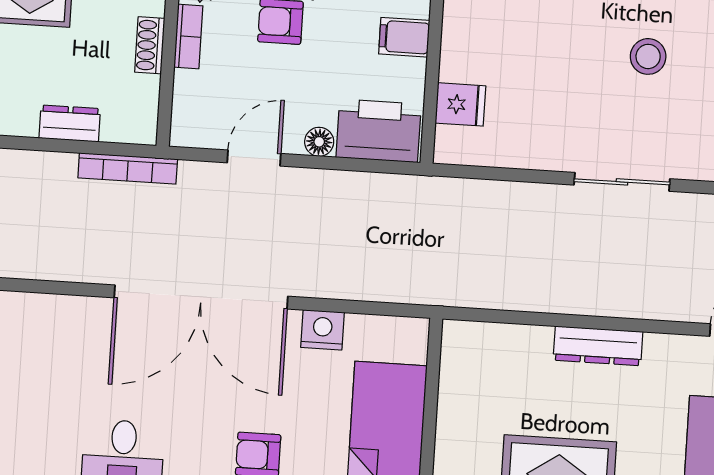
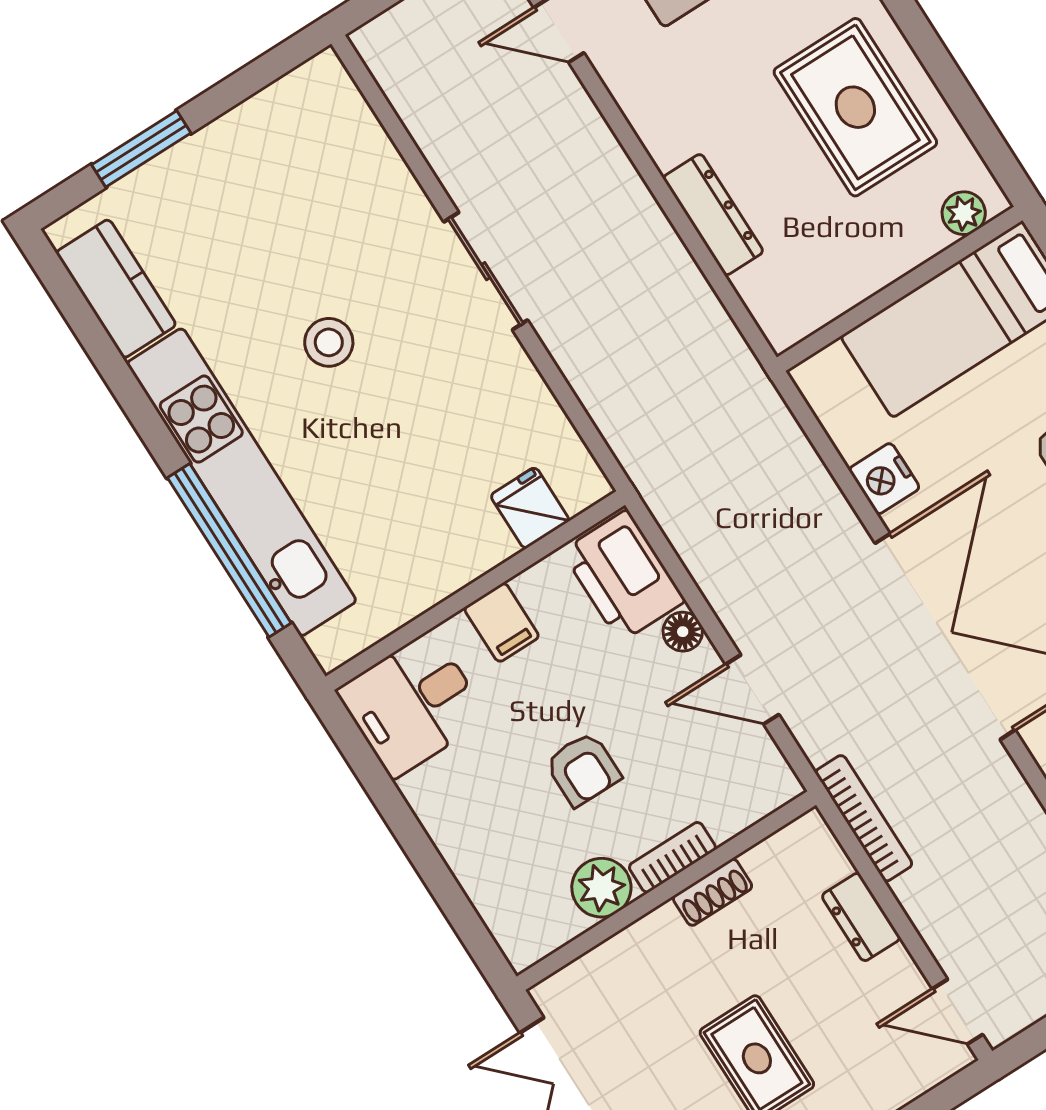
dresser: (598, 346) -> (713, 215), moved

